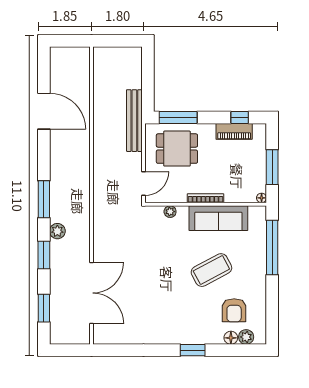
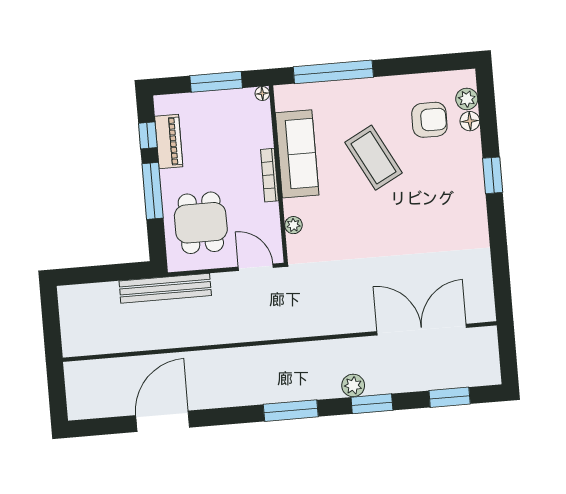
window: (178, 118) -> (153, 191), moved
plant: (57, 231) -> (353, 385), moved

